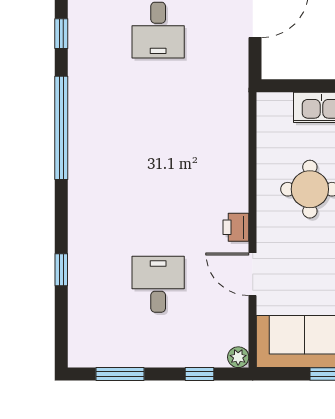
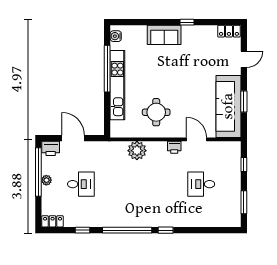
window: (61, 270) -> (166, 230), moved
door: (253, 274) -> (197, 139), swing flipped
plant: (238, 357) -> (137, 151), moved, width x1.88, depth x1.88

